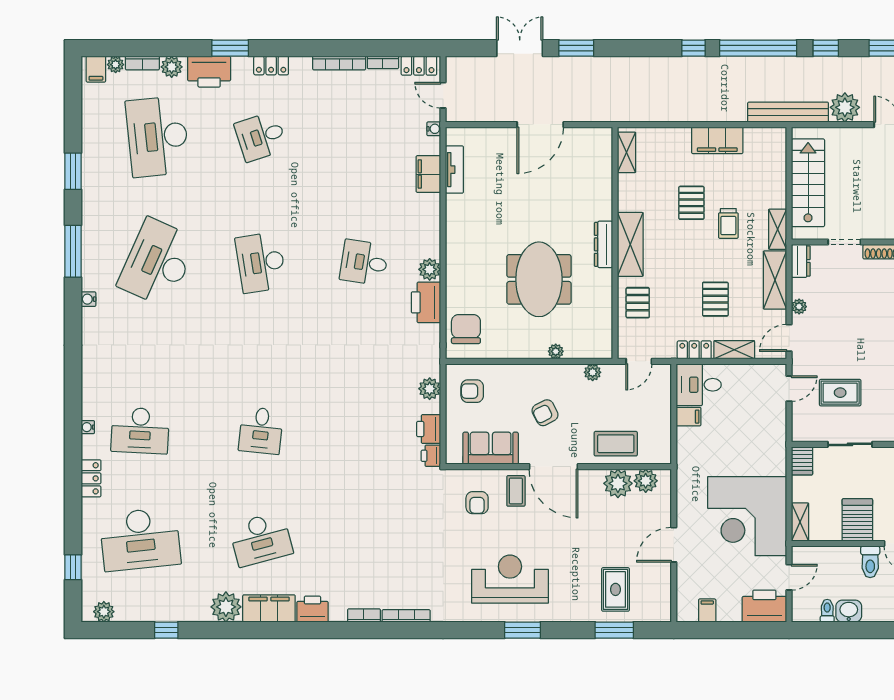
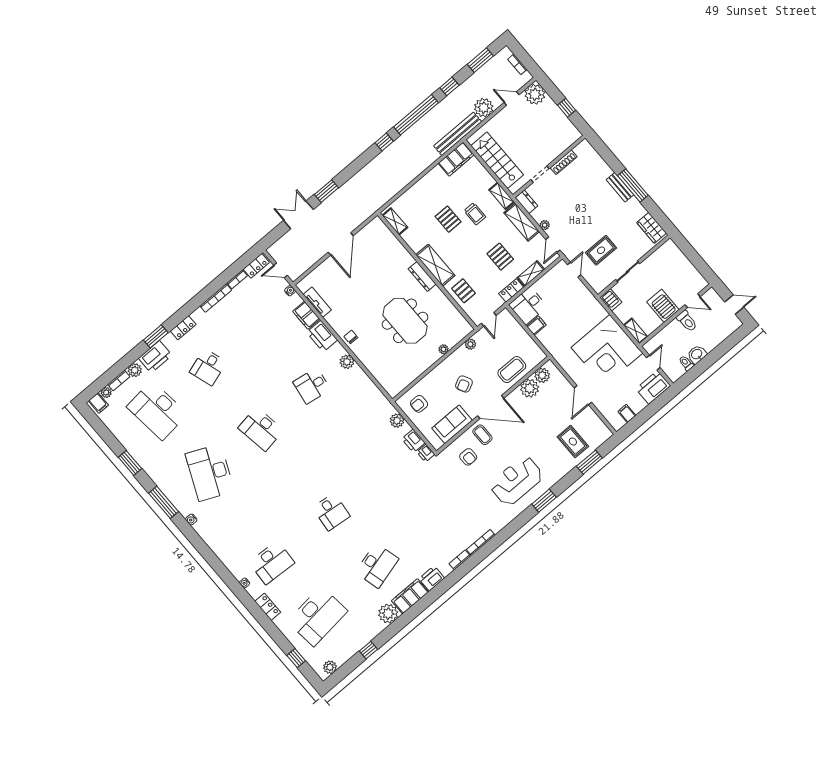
filing cabinet: (717, 140) -> (456, 159), moved
printer: (426, 302) -> (322, 336), moved
chair: (466, 329) -> (351, 337), moved, width x0.54, depth x0.54

